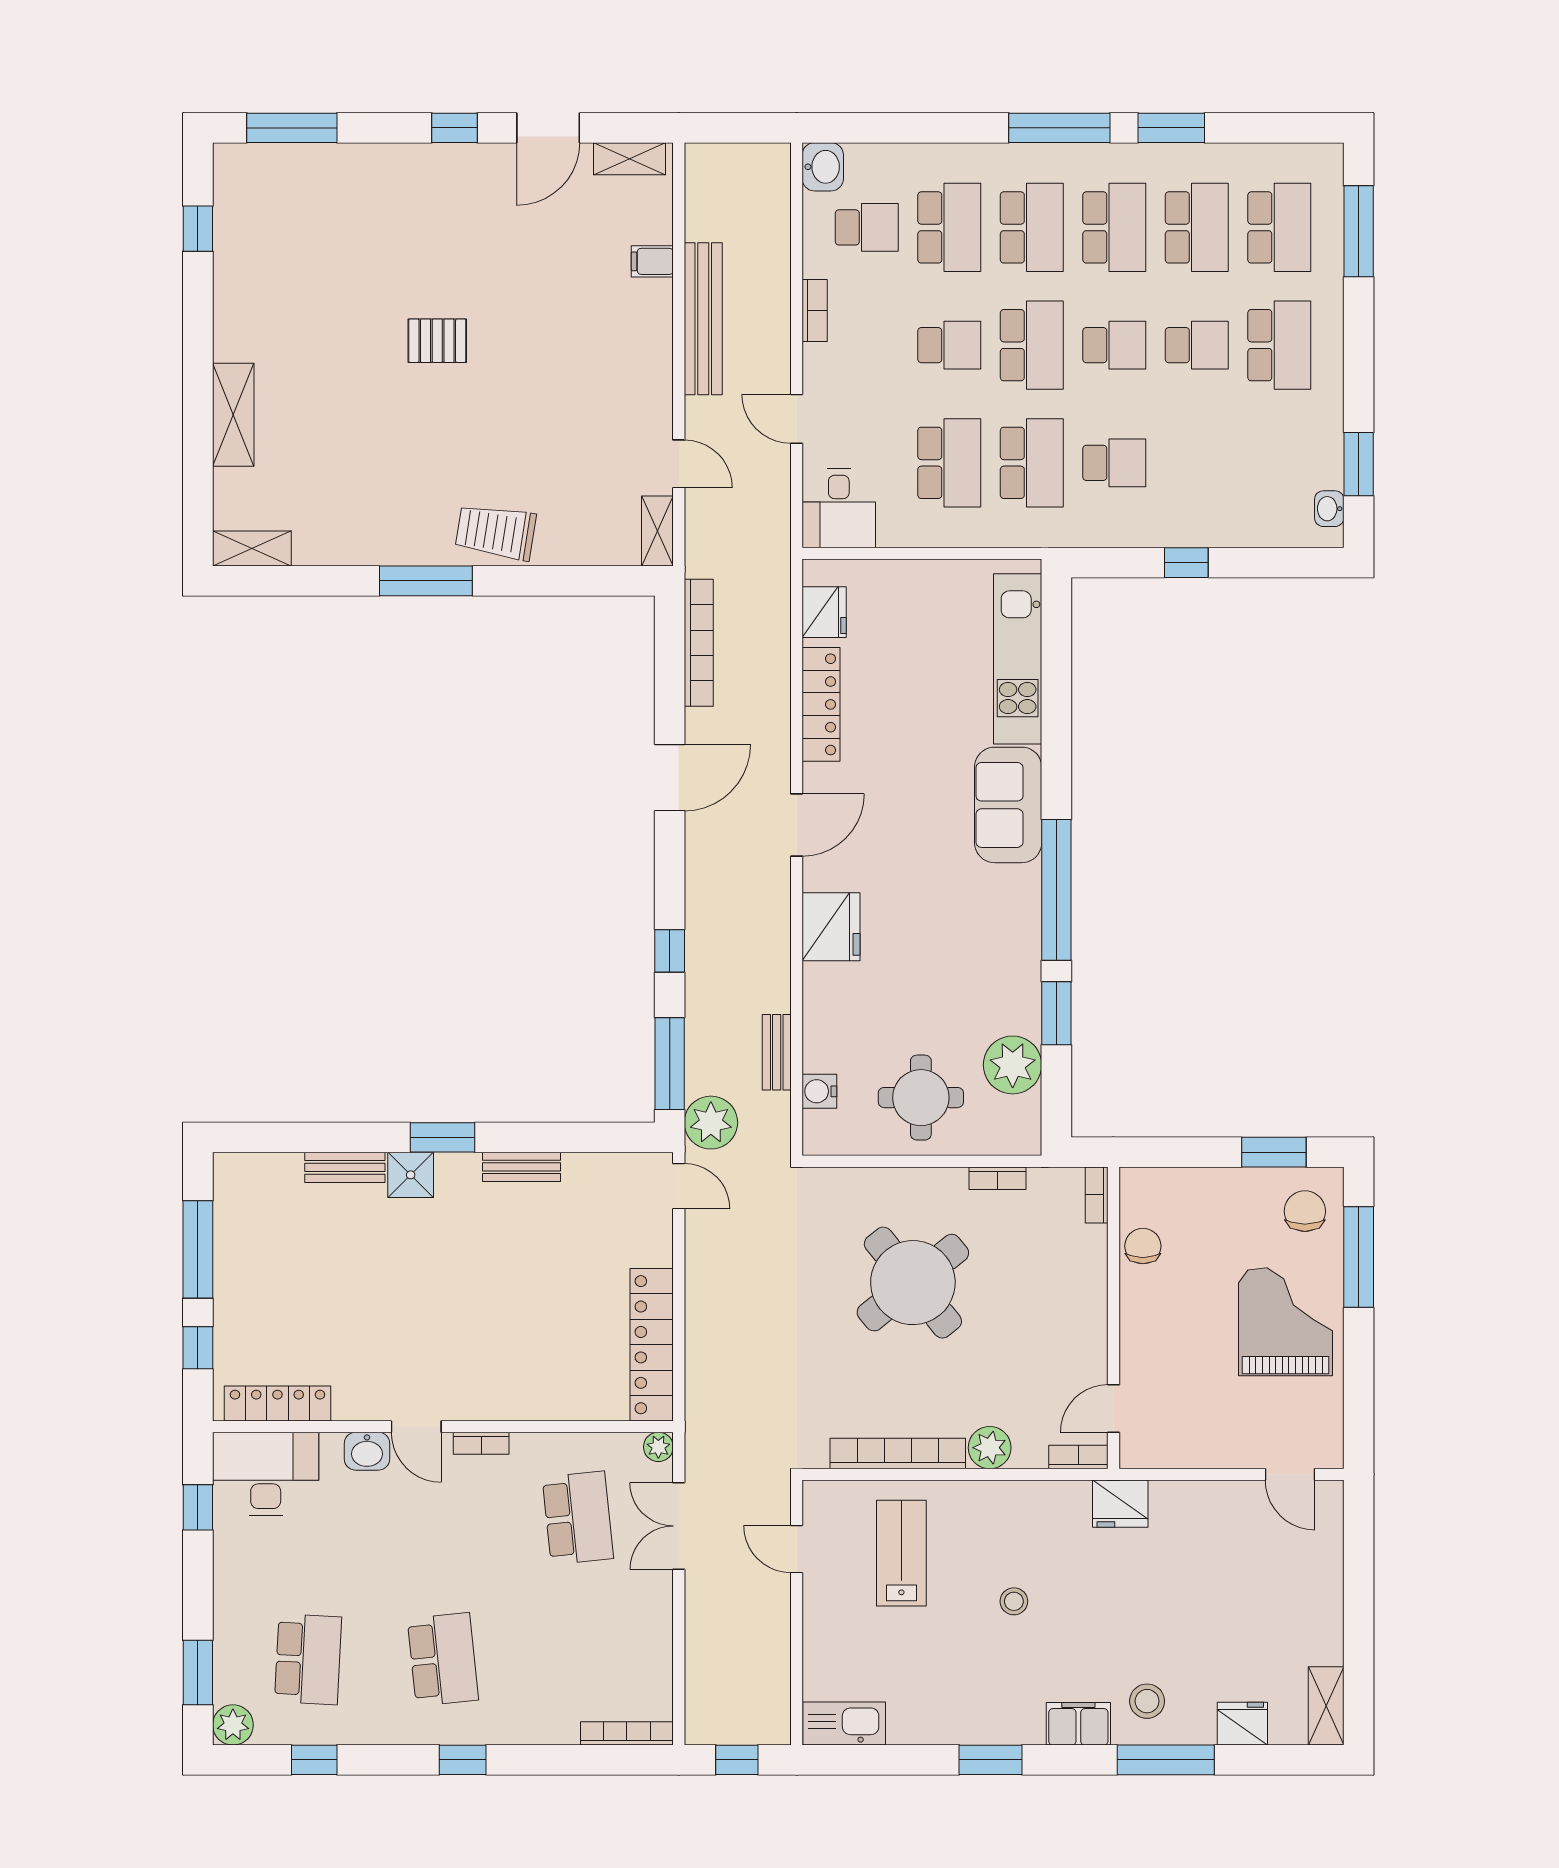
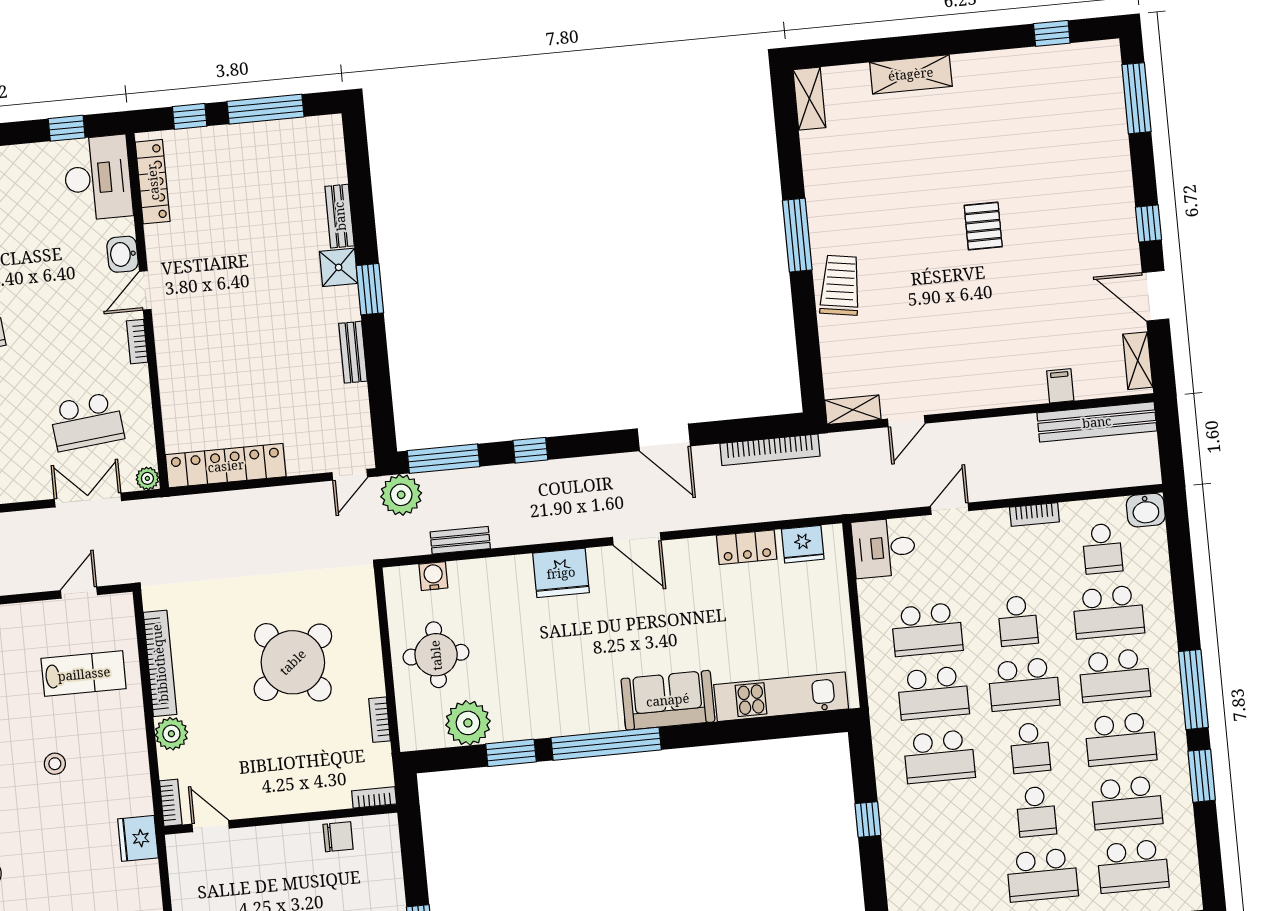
bench: (703, 319) -> (1097, 422), moved
school desk: (1114, 463) -> (939, 757), width x1.85
locker: (821, 704) -> (747, 547), width x0.66

